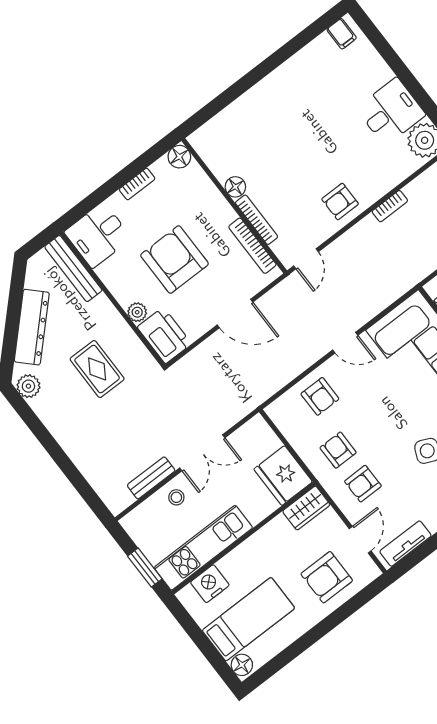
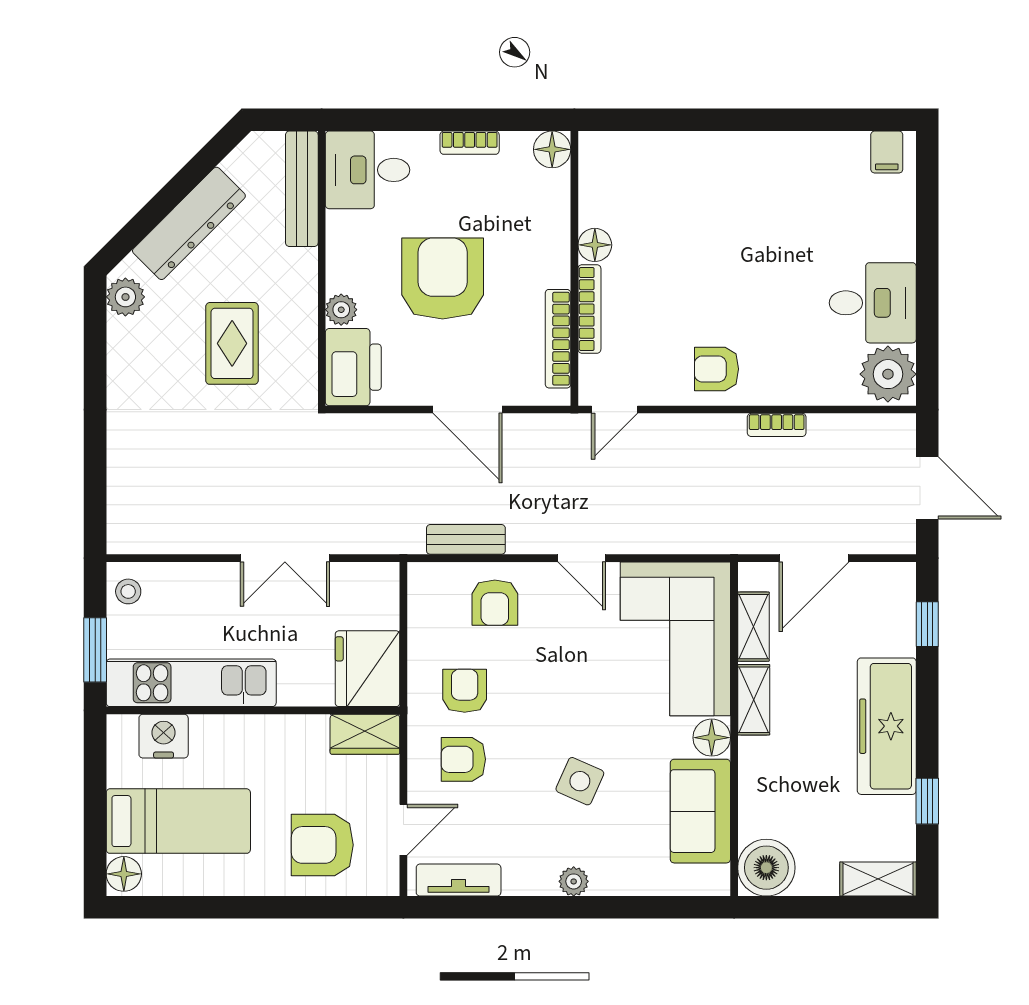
bench: (151, 478) -> (466, 539), moved
stool: (176, 497) -> (128, 591), moved

